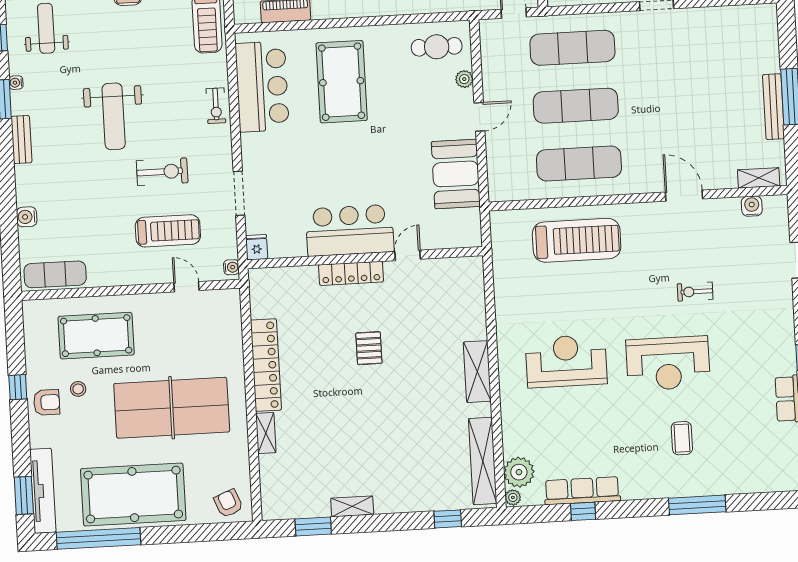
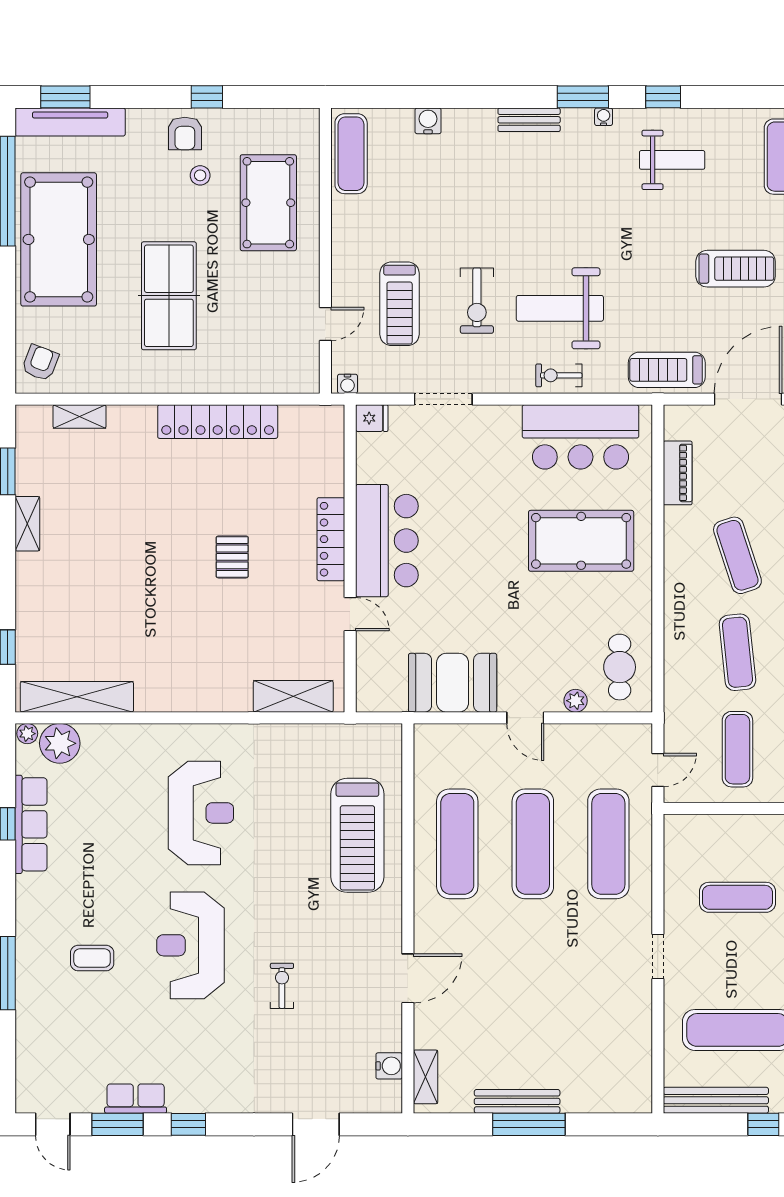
weight bench: (114, 116) -> (560, 308), moved
pallet: (369, 348) -> (232, 557), turned 90
shelving: (477, 372) -> (293, 696), moved
table tennis table: (172, 408) -> (169, 296), width x0.73, depth x0.76
shelving: (266, 433) -> (80, 417), moved
armchair: (228, 503) -> (40, 363), turned -47

